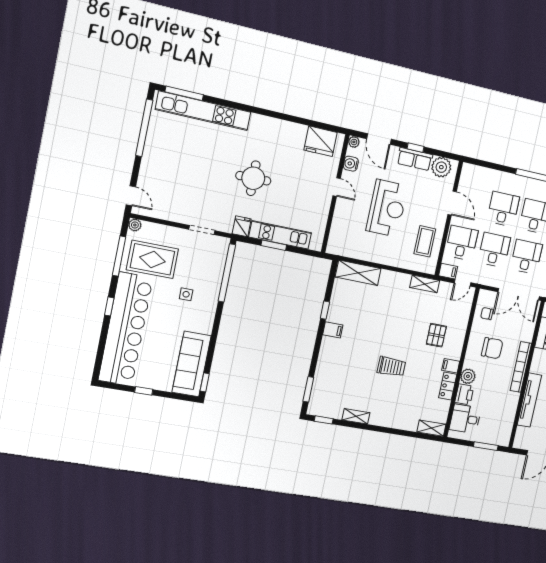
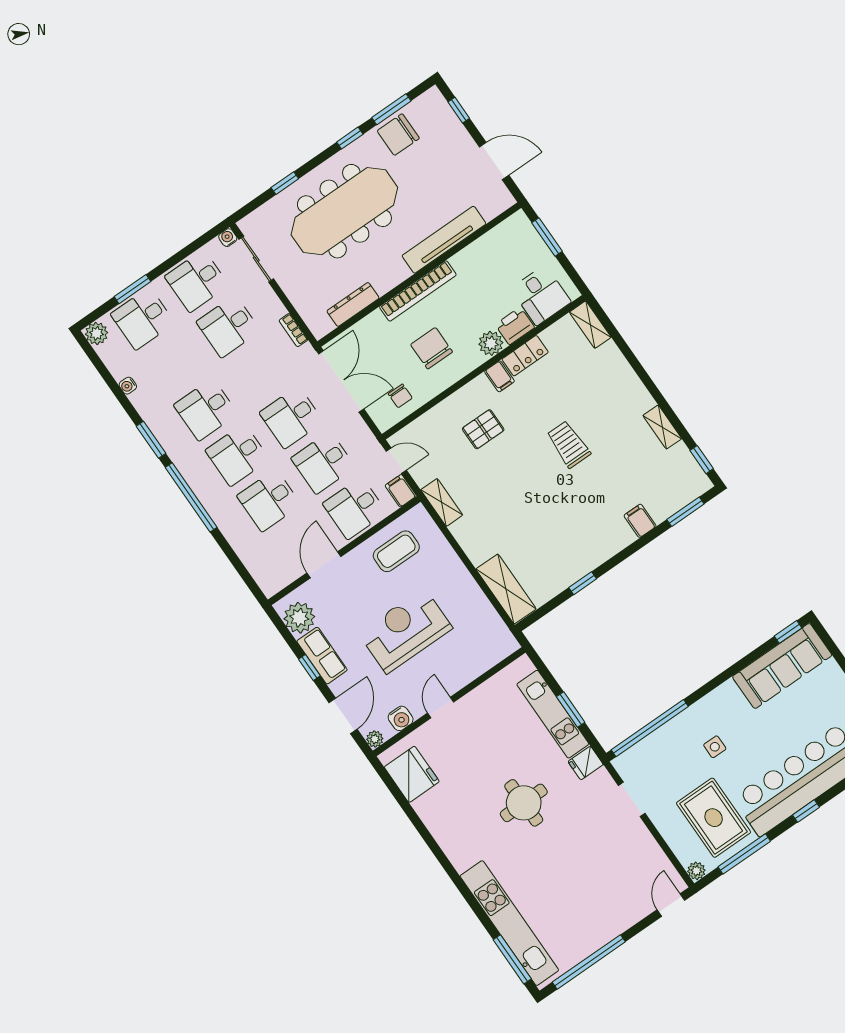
filing cabinet: (333, 330) -> (640, 521), moved

